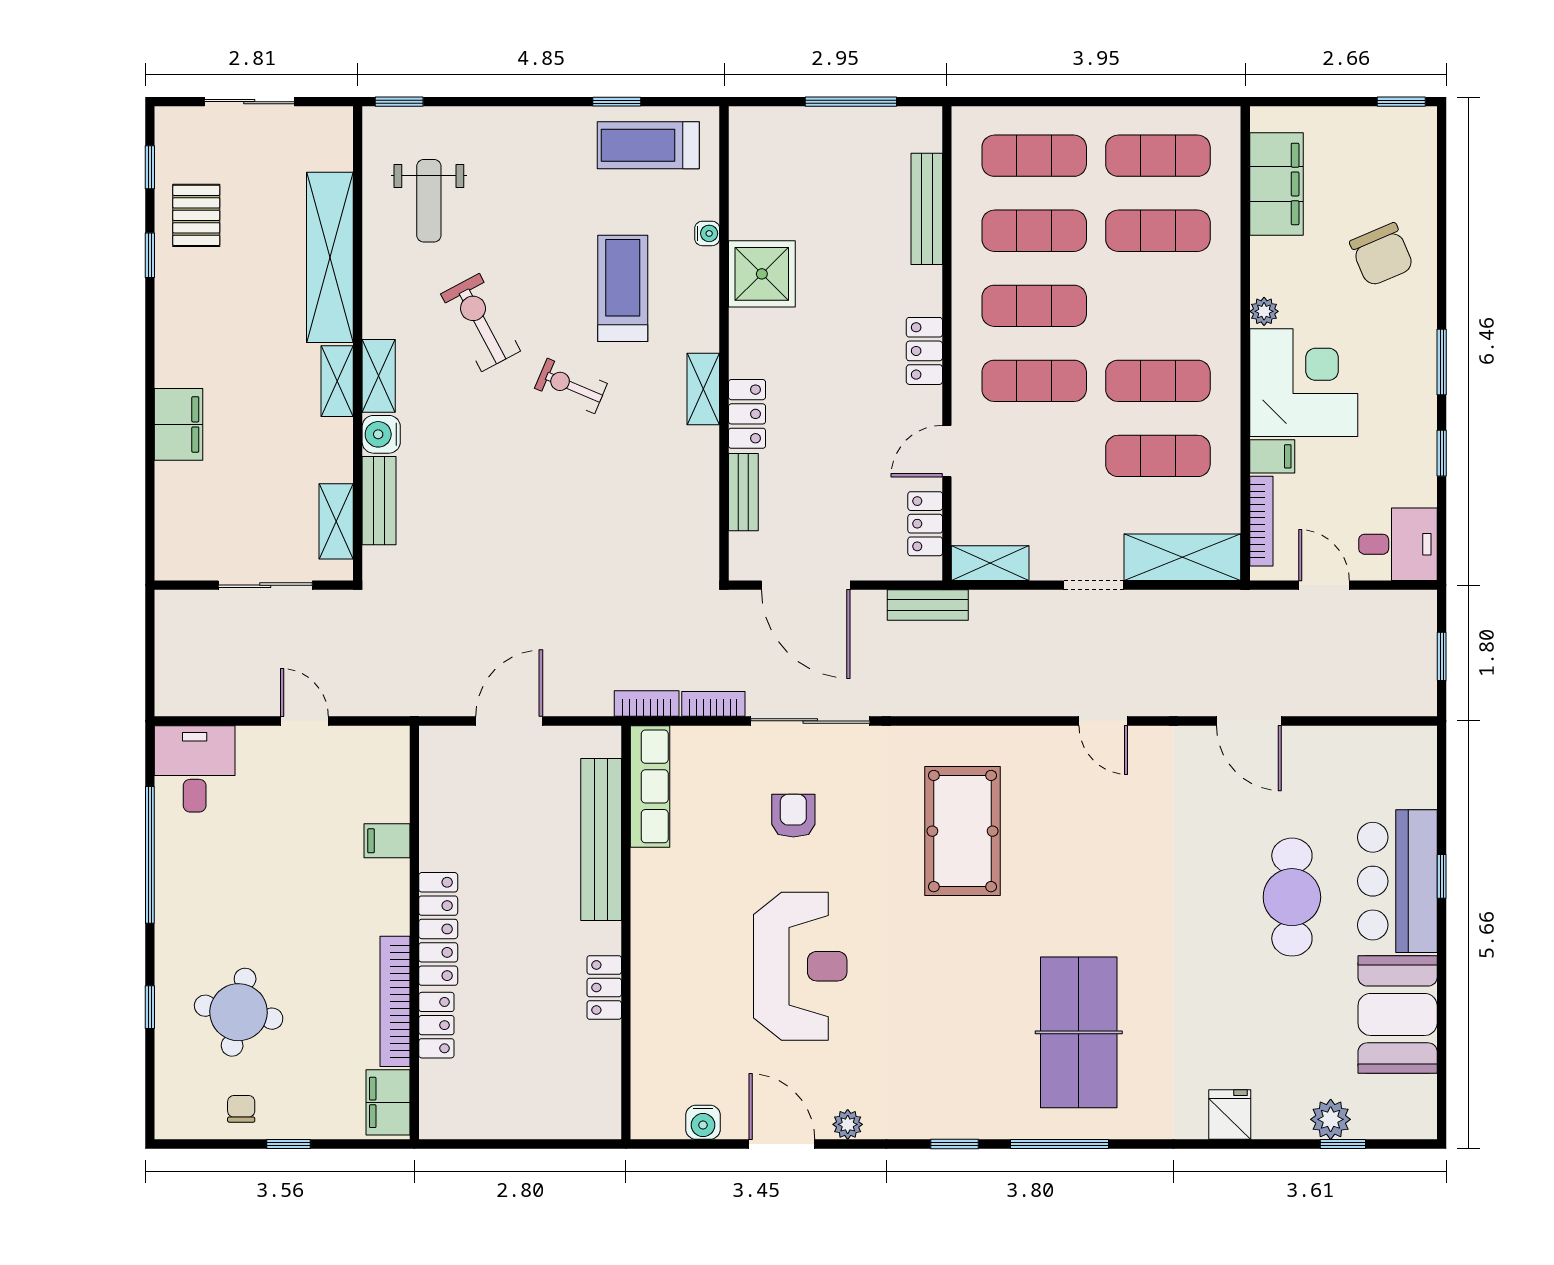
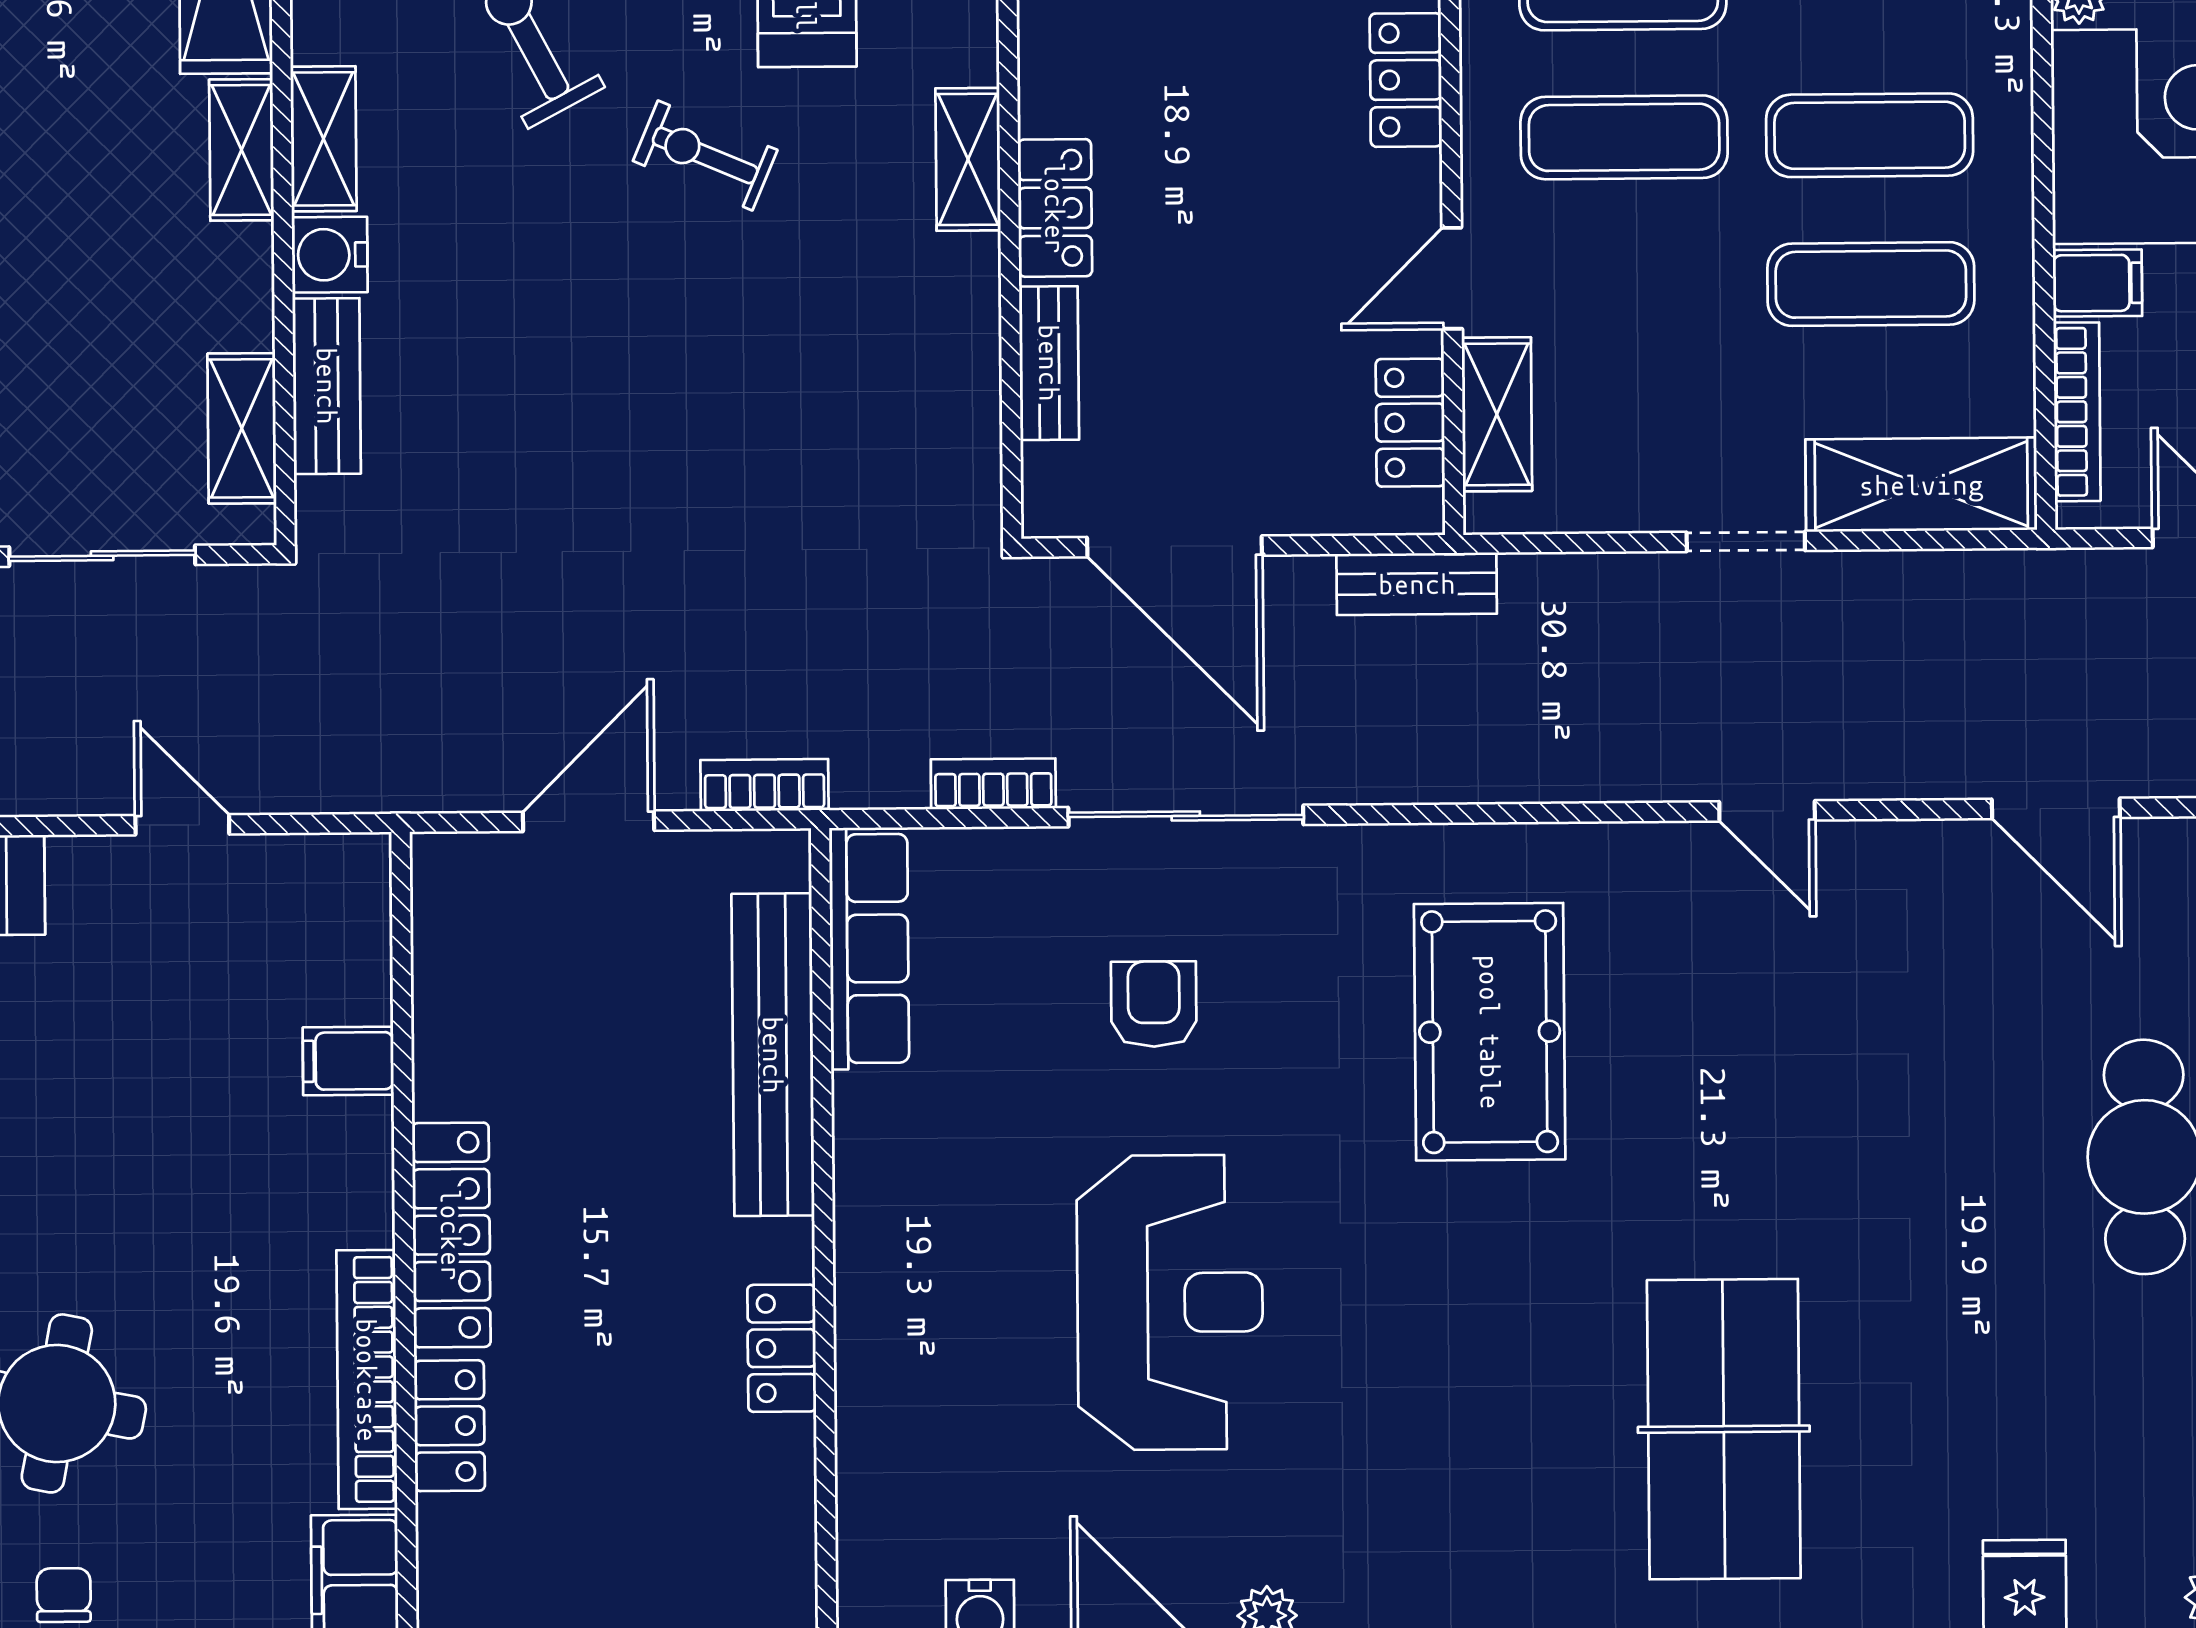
shelving: (990, 563) -> (1497, 414), moved, turned 90
bookcase: (647, 704) -> (764, 785), moved

